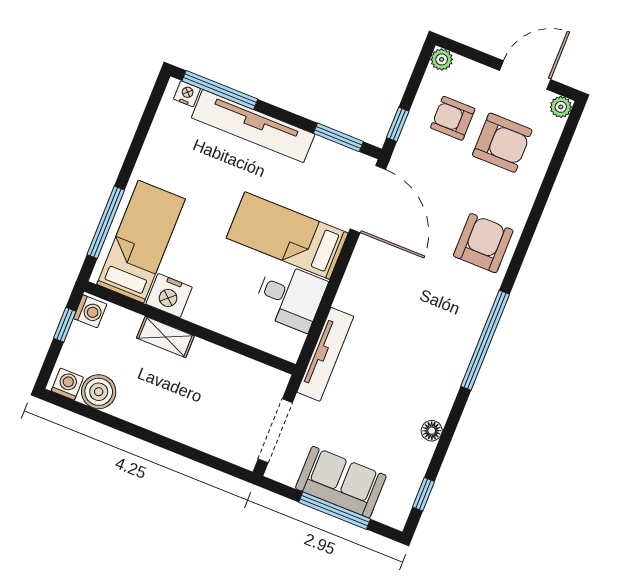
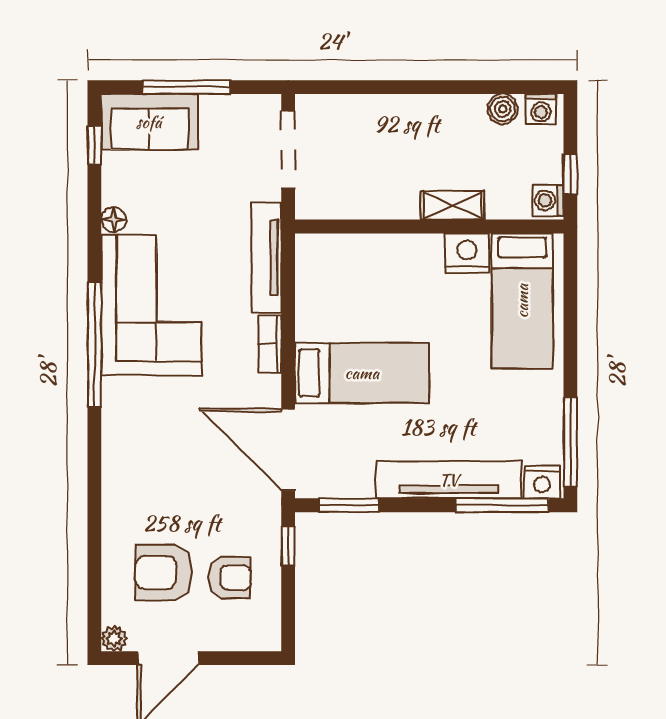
plant: (442, 59) -> (268, 638), removed
nightstand: (187, 94) -> (542, 482), width x1.39, depth x1.35
window: (106, 222) -> (570, 442), moved
armchair: (483, 243) -> (140, 452), removed
bookcase: (349, 286) -> (270, 344), added
desk: (290, 297) -> (332, 306), removed
corner sofa: (429, 353) -> (151, 305), added
boiler: (99, 392) -> (503, 109), width x0.73, depth x0.73
sofa: (341, 482) -> (149, 122), moved

